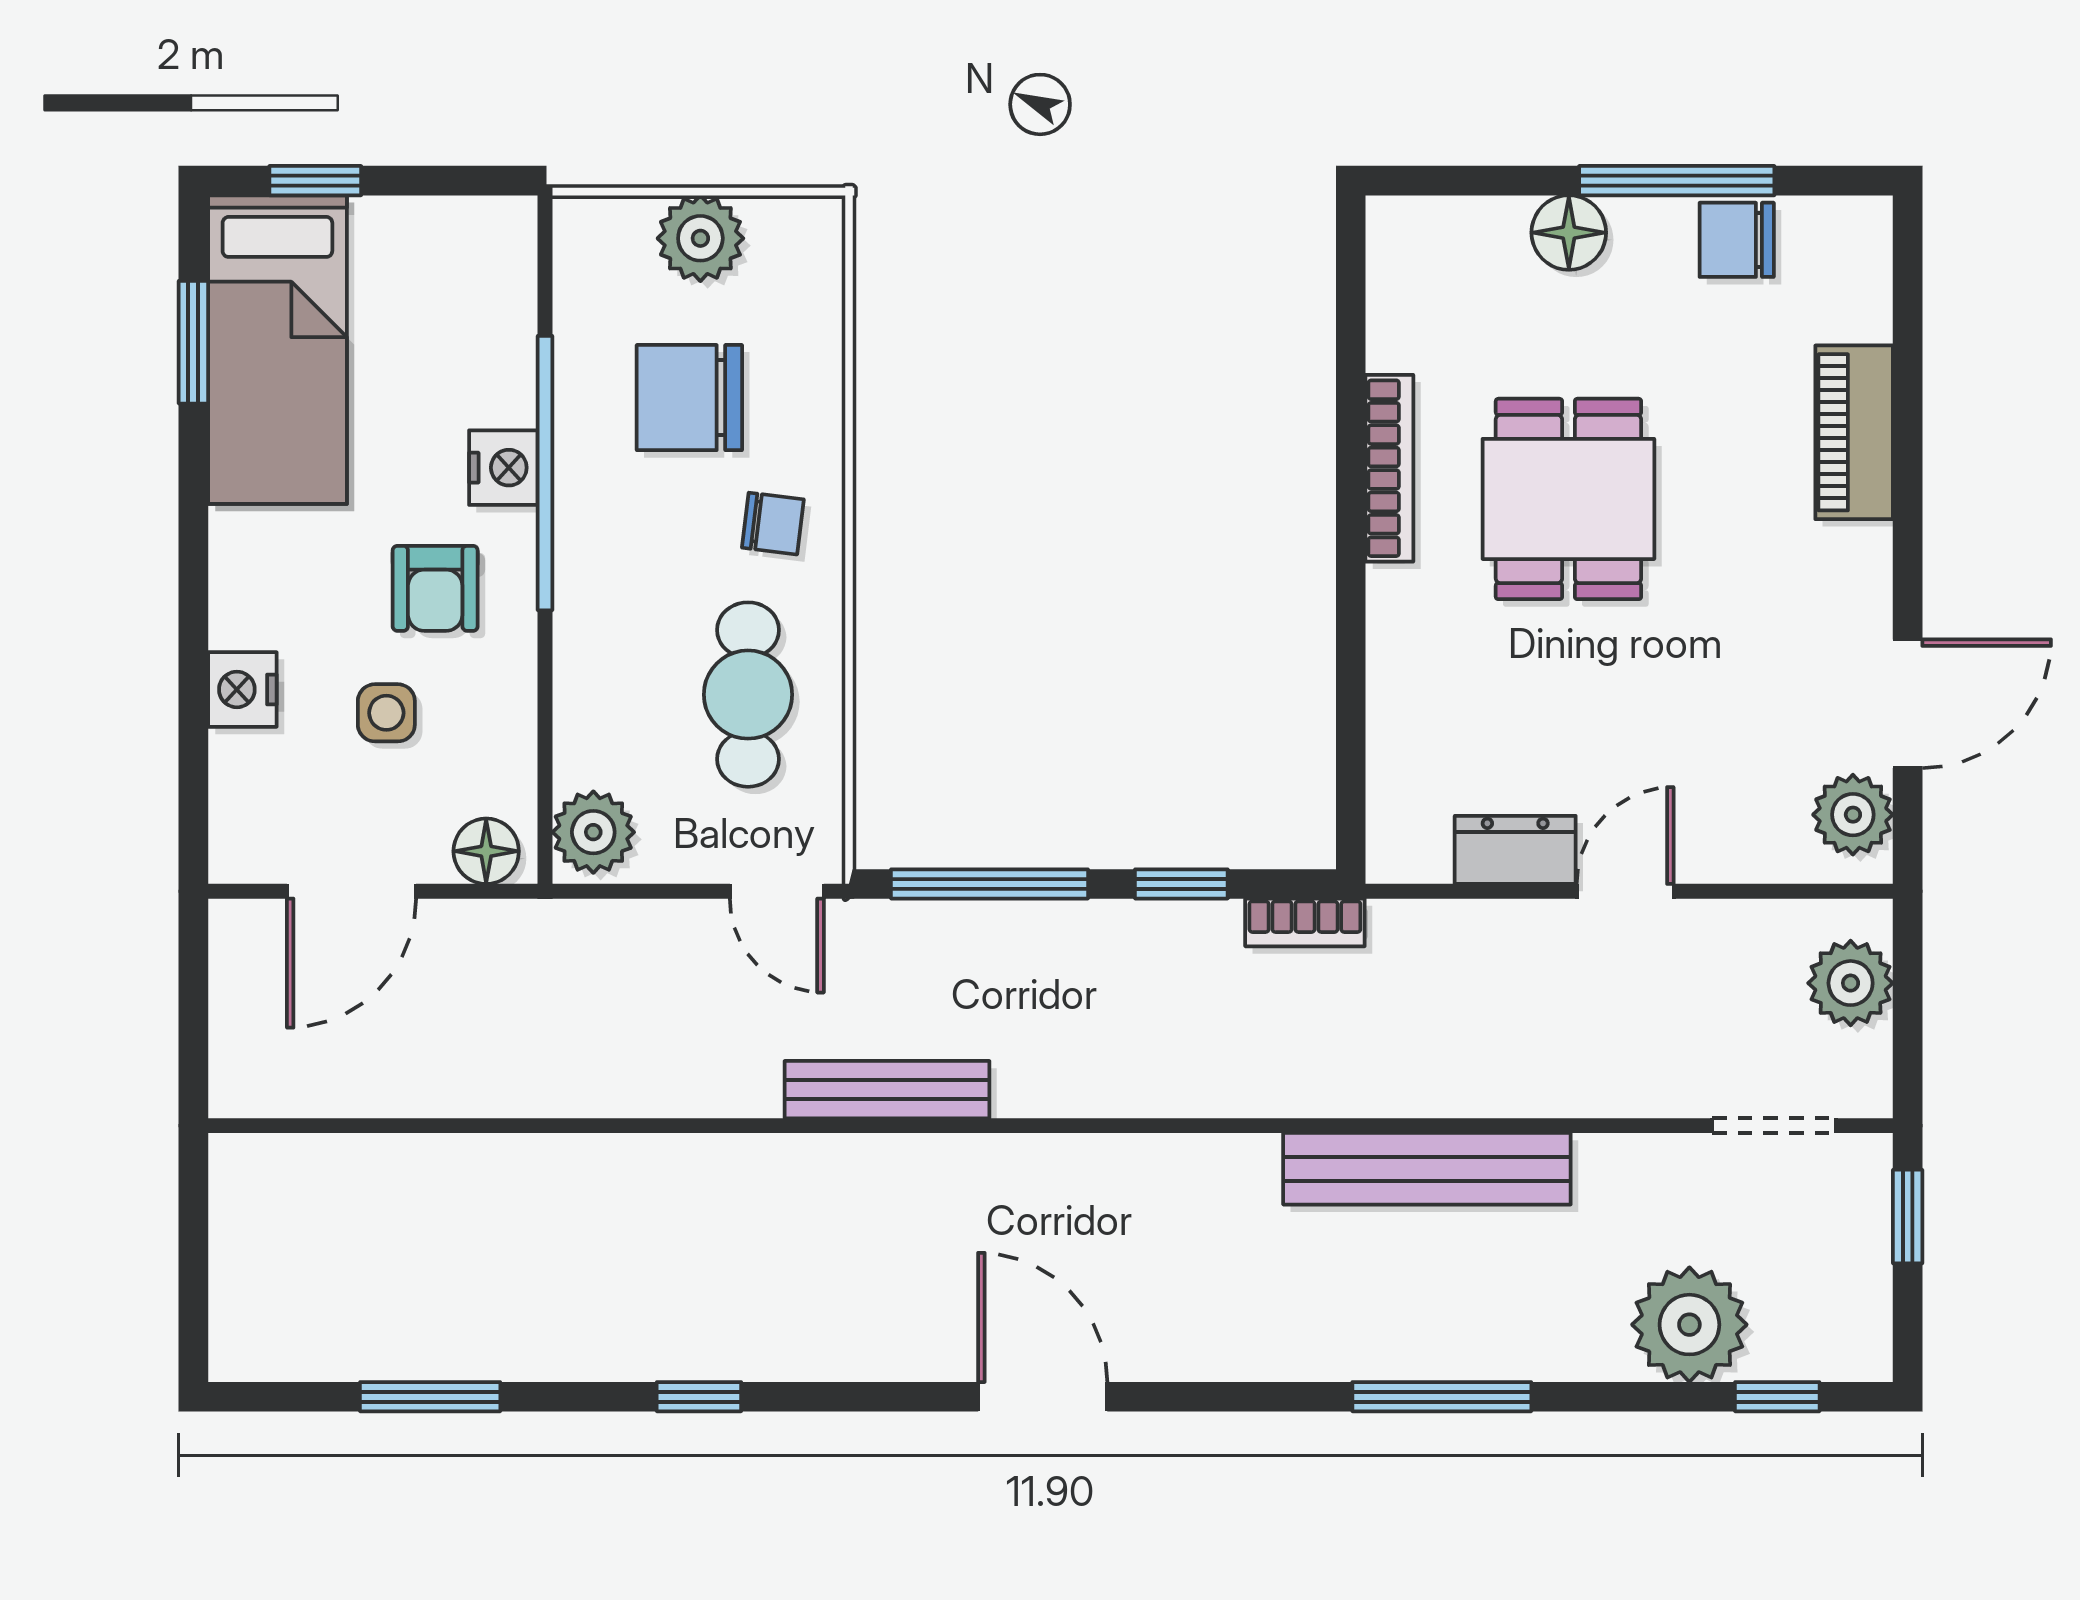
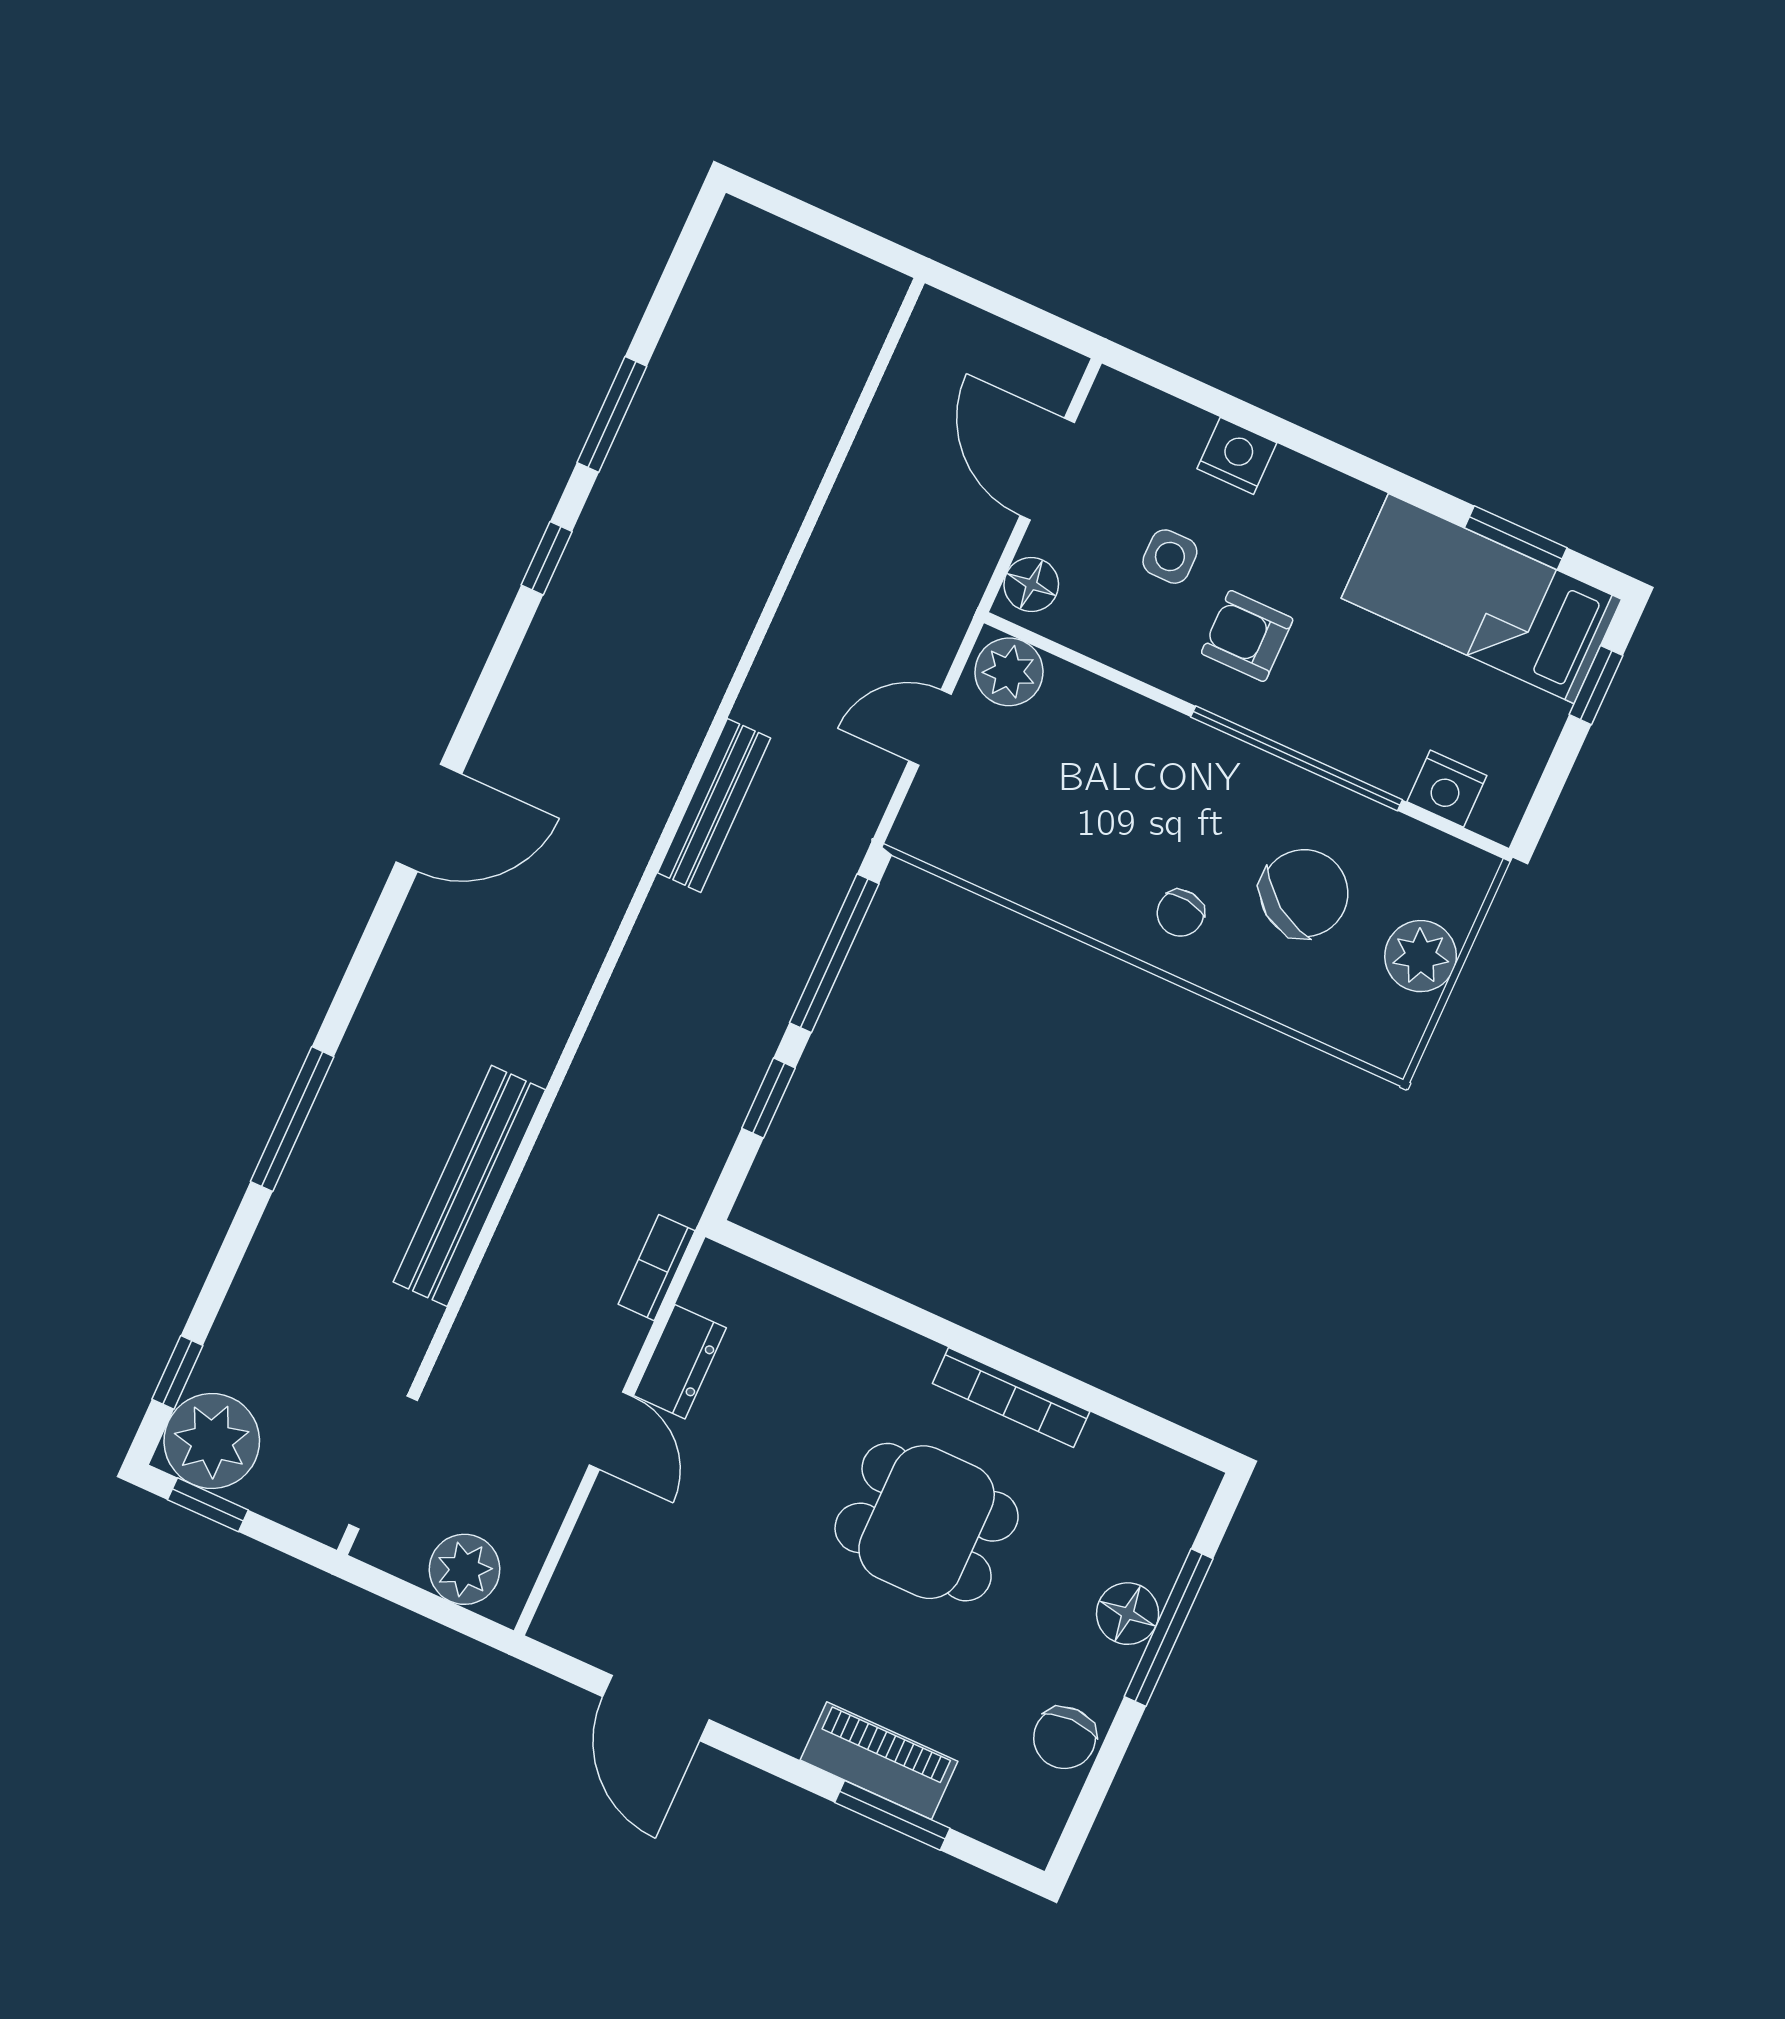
window: (1677, 181) -> (1169, 1628), moved
chair: (1737, 240) -> (1065, 1738), turned 180
window: (1908, 390) -> (892, 1815), added
chair: (689, 398) -> (1304, 893), turned 35
nightstand: (503, 468) -> (1447, 789), moved
cafe table: (748, 695) -> (1060, 836), removed
plant: (1853, 815) -> (591, 1629), removed
door: (777, 891) -> (930, 728), moved
bookcase: (1305, 922) -> (657, 1268), moved
doorway: (1774, 1126) -> (383, 1463), width x1.38
window: (1908, 1217) -> (208, 1505), moved
plant: (1689, 1325) -> (212, 1441), moved
window: (430, 1397) -> (612, 414), moved

